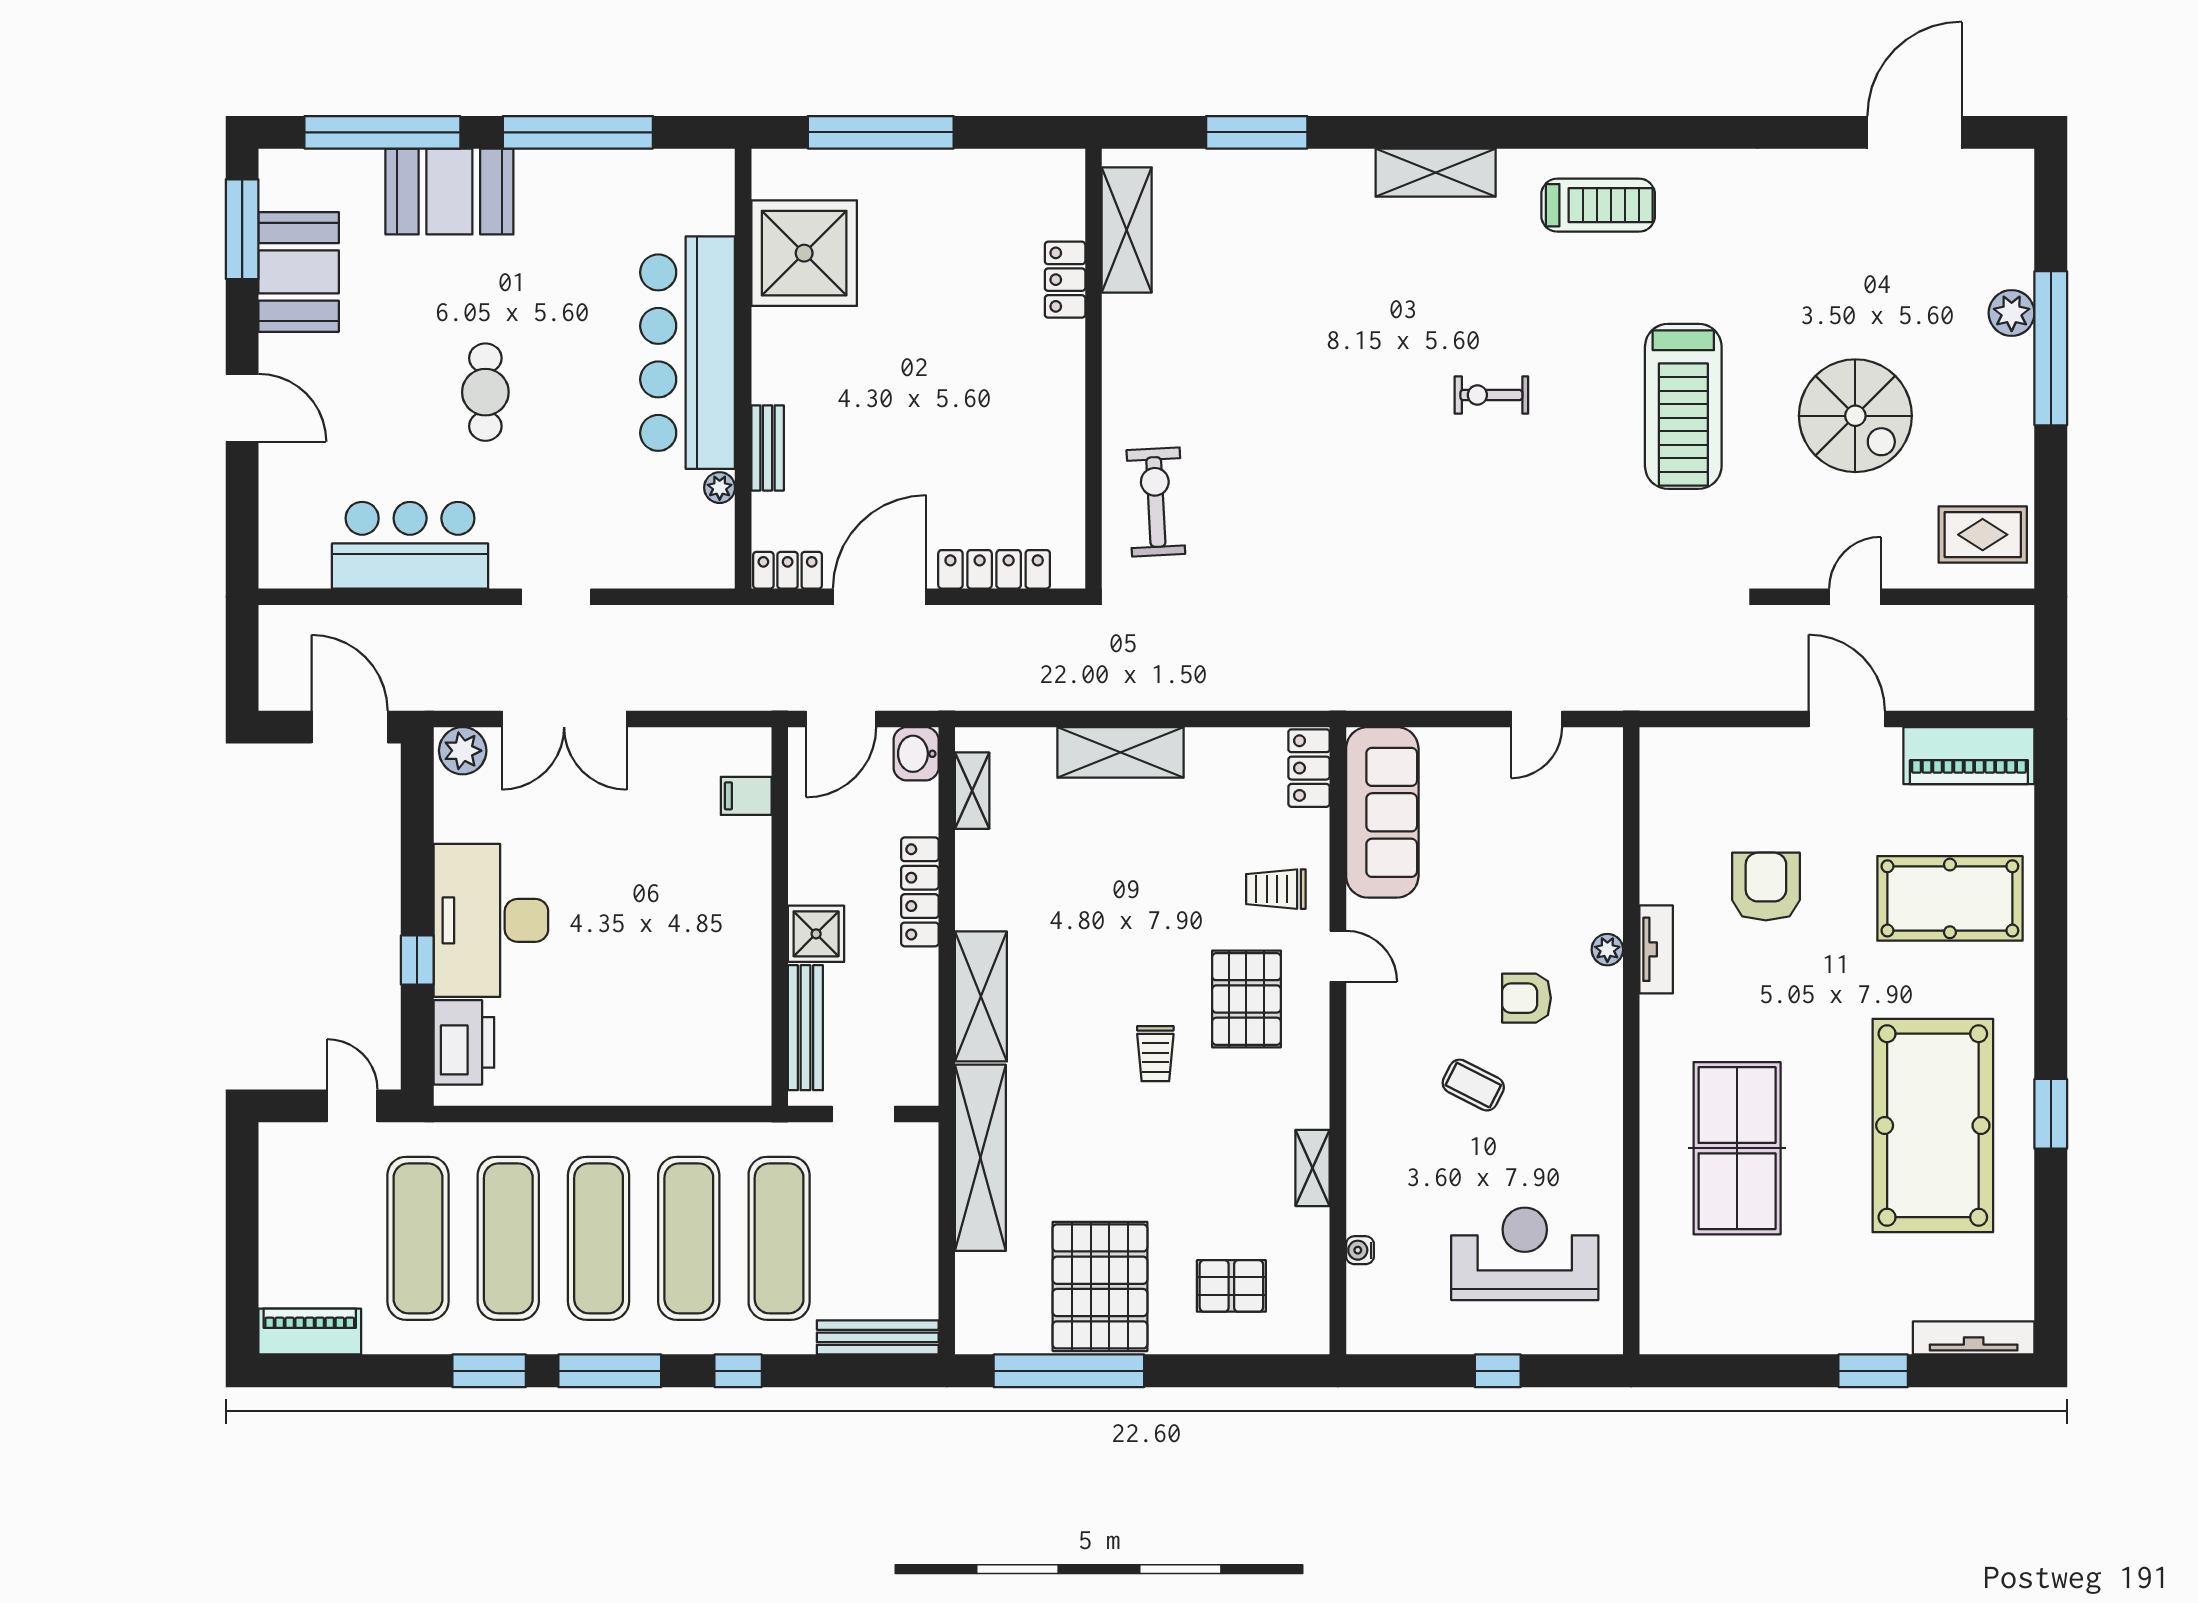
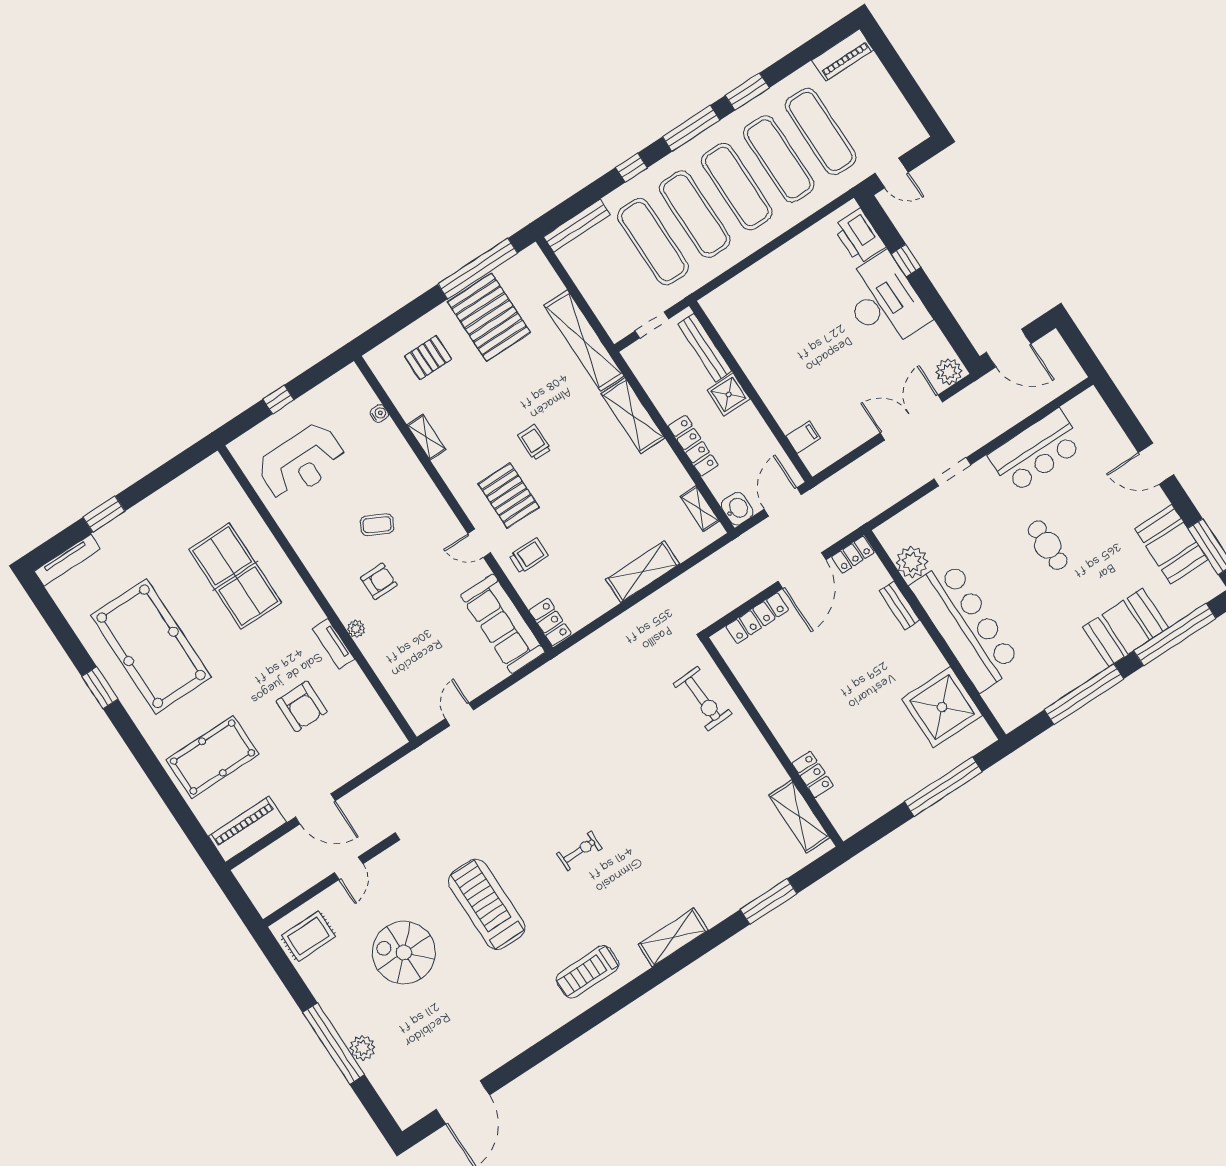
plant: (720, 488) -> (912, 562), width x1.88, depth x1.88

